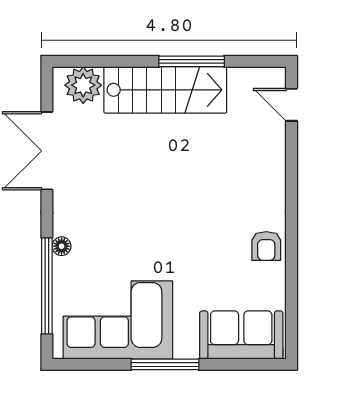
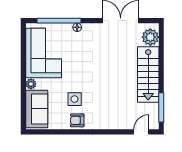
window: (192, 61) -> (161, 107), moved
side table: (219, 252) -> (75, 99), added
plant: (186, 348) -> (31, 84), added
window: (165, 364) -> (23, 74), removed

